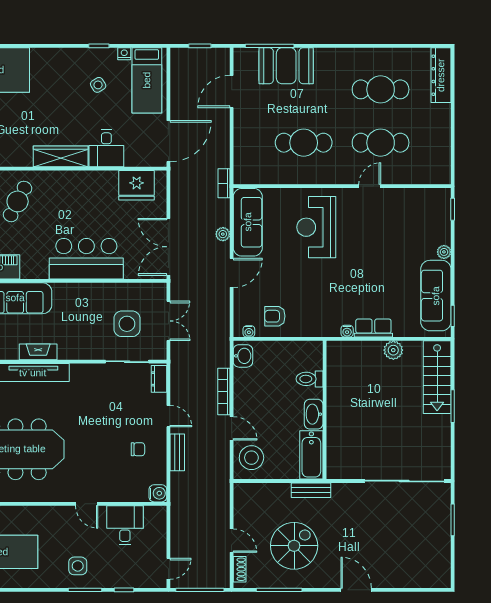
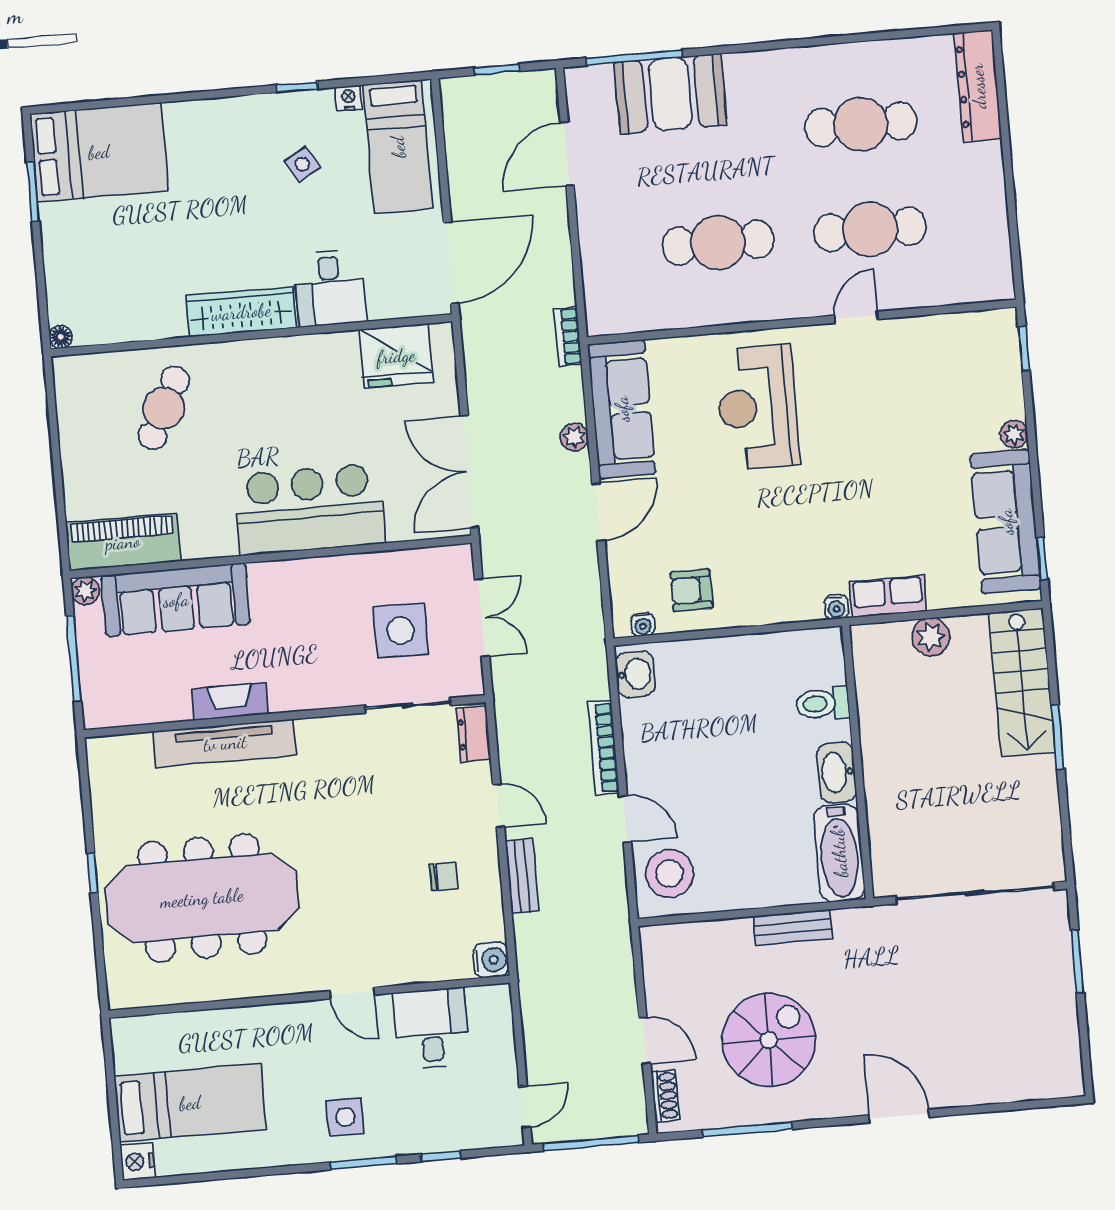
toilet: (310, 379) -> (823, 703), moved
wall: (325, 410) -> (858, 762), moved
washbasin: (314, 414) -> (837, 772), moved
bathtub: (311, 455) -> (839, 853), moved

